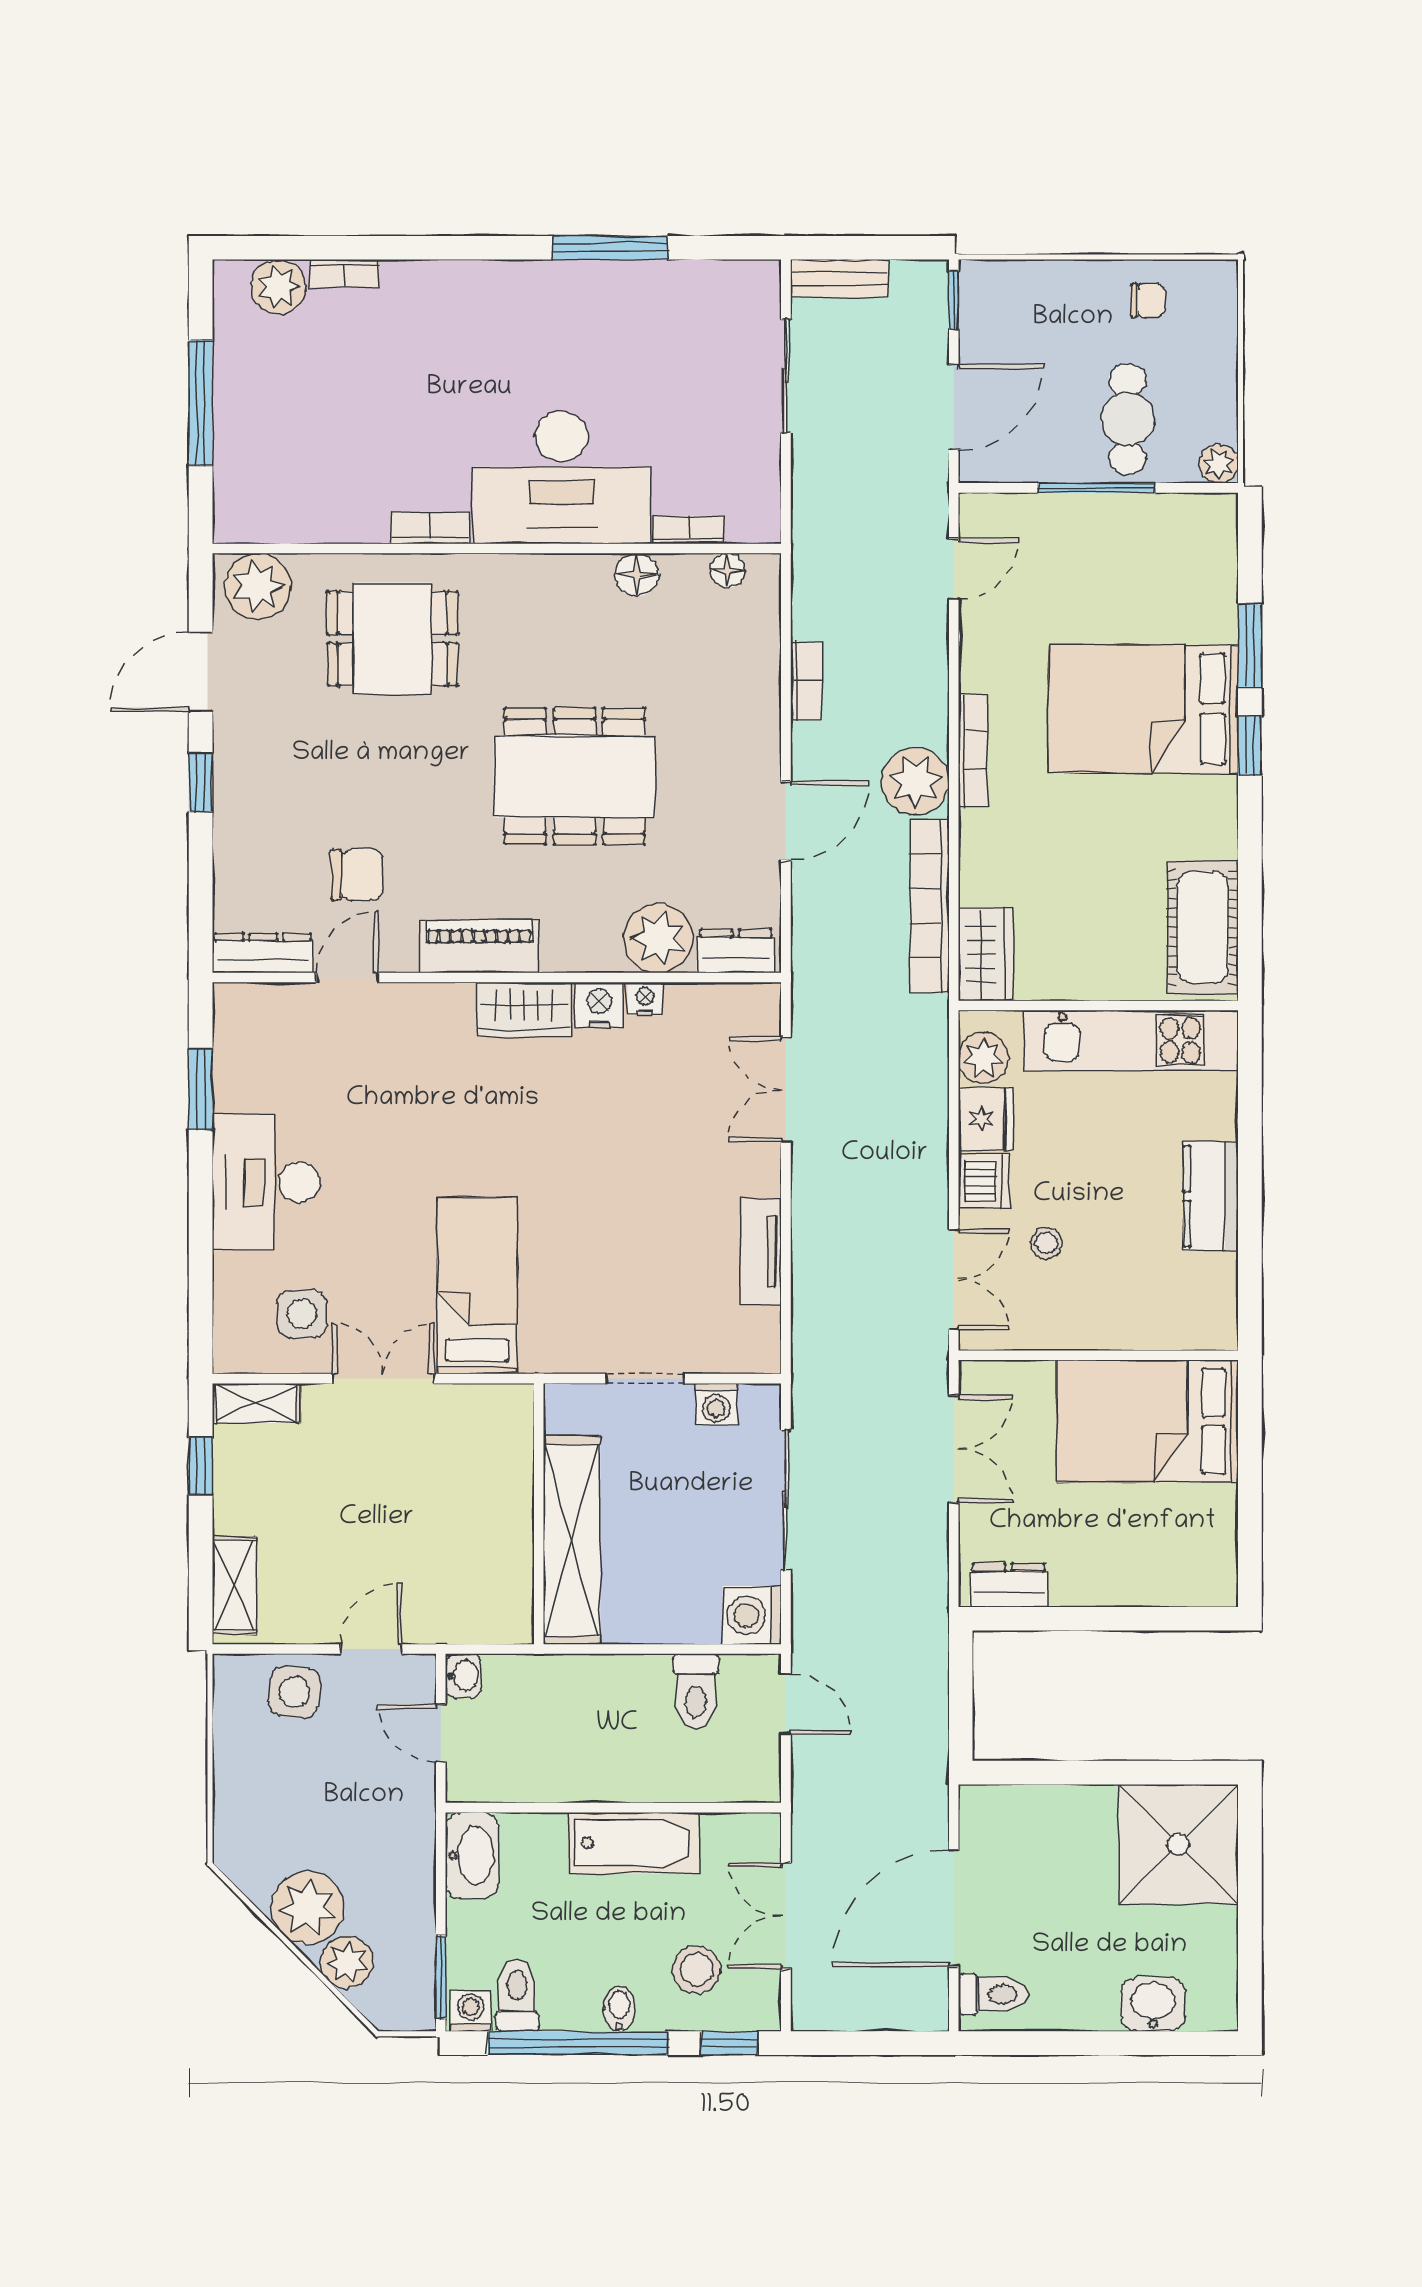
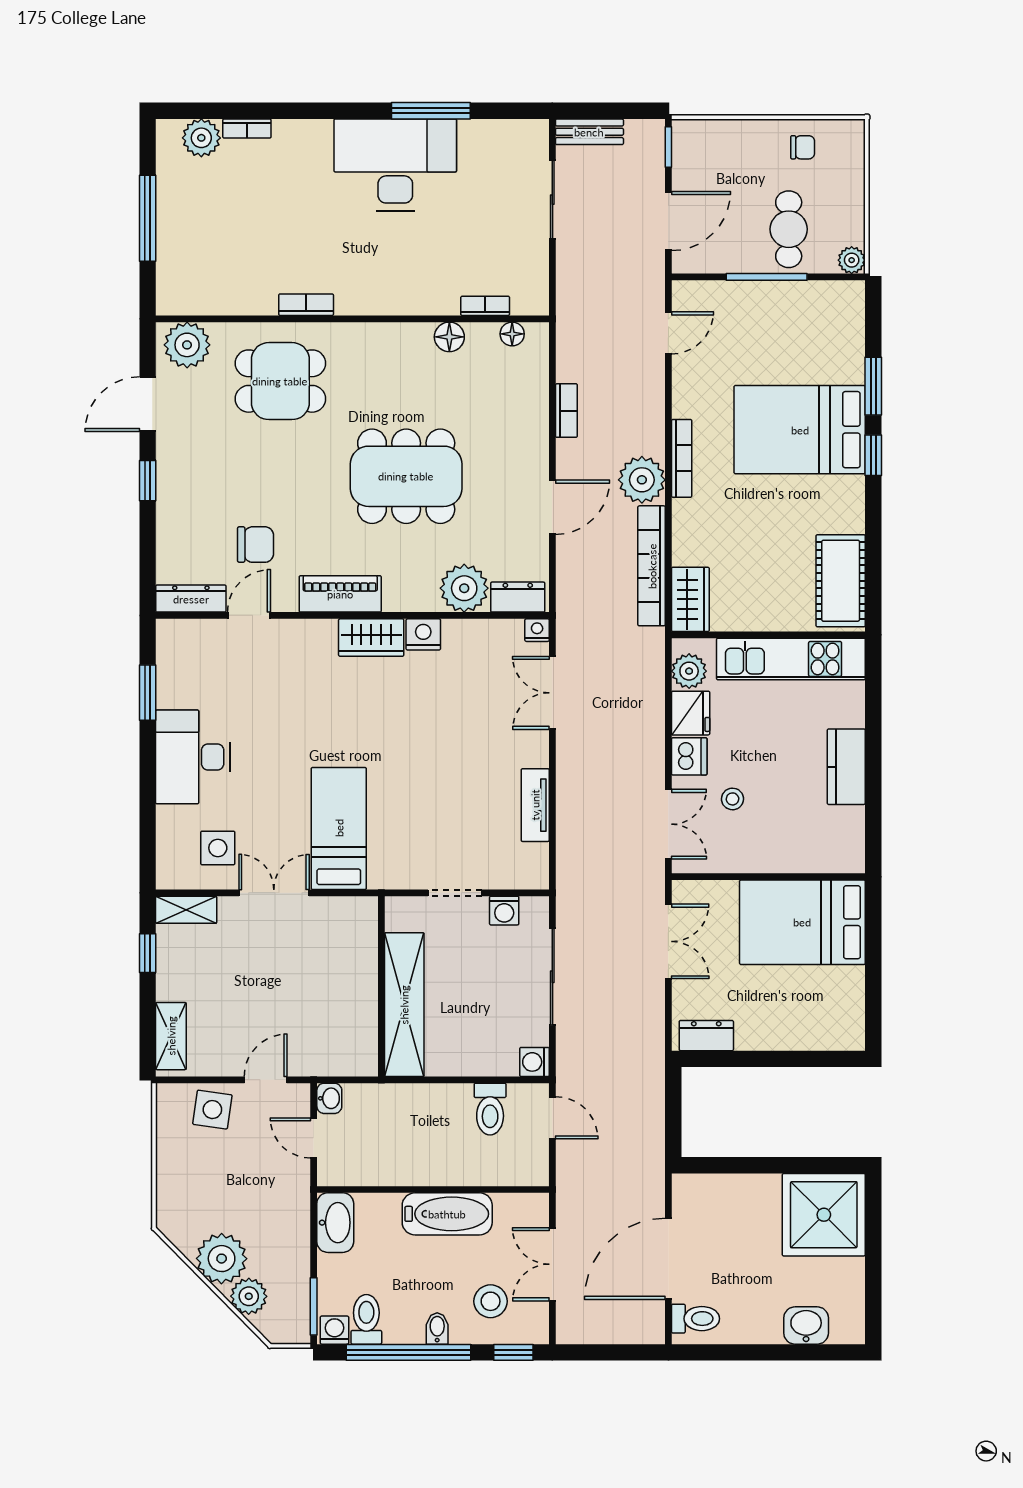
desk: (561, 478) -> (395, 165), moved, turned 180
nightstand: (645, 999) -> (537, 630), moved
washing machine: (752, 1615) -> (534, 1062), width x0.73, depth x0.73

